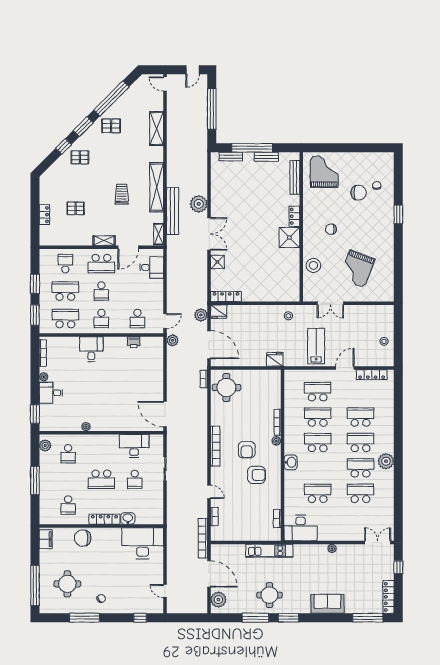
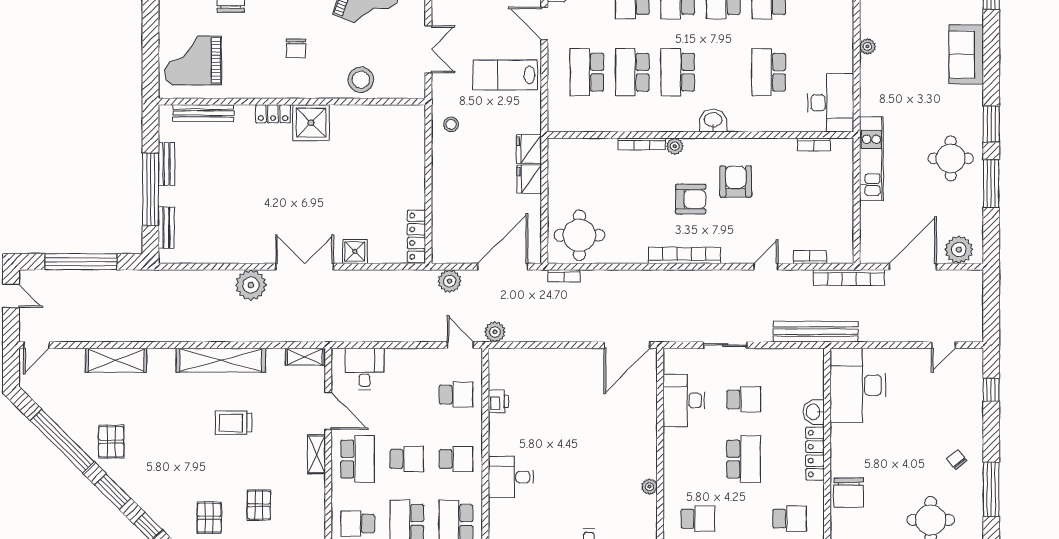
pallet: (80, 157) -> (209, 518), moved
bench: (173, 211) -> (816, 332), moved
fridge: (219, 312) -> (529, 179), moved, turned 180

